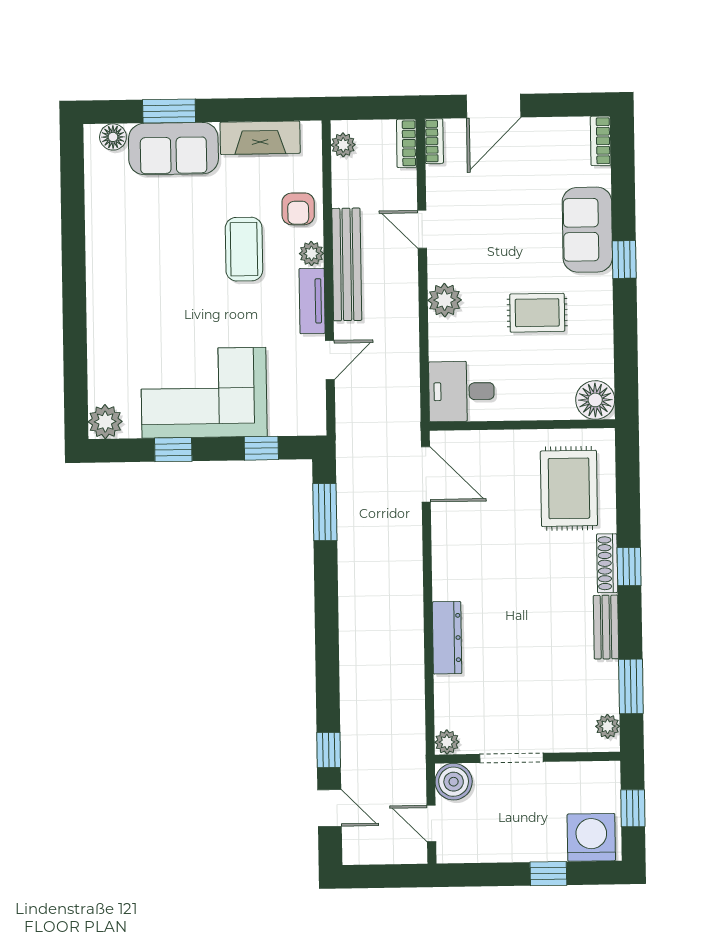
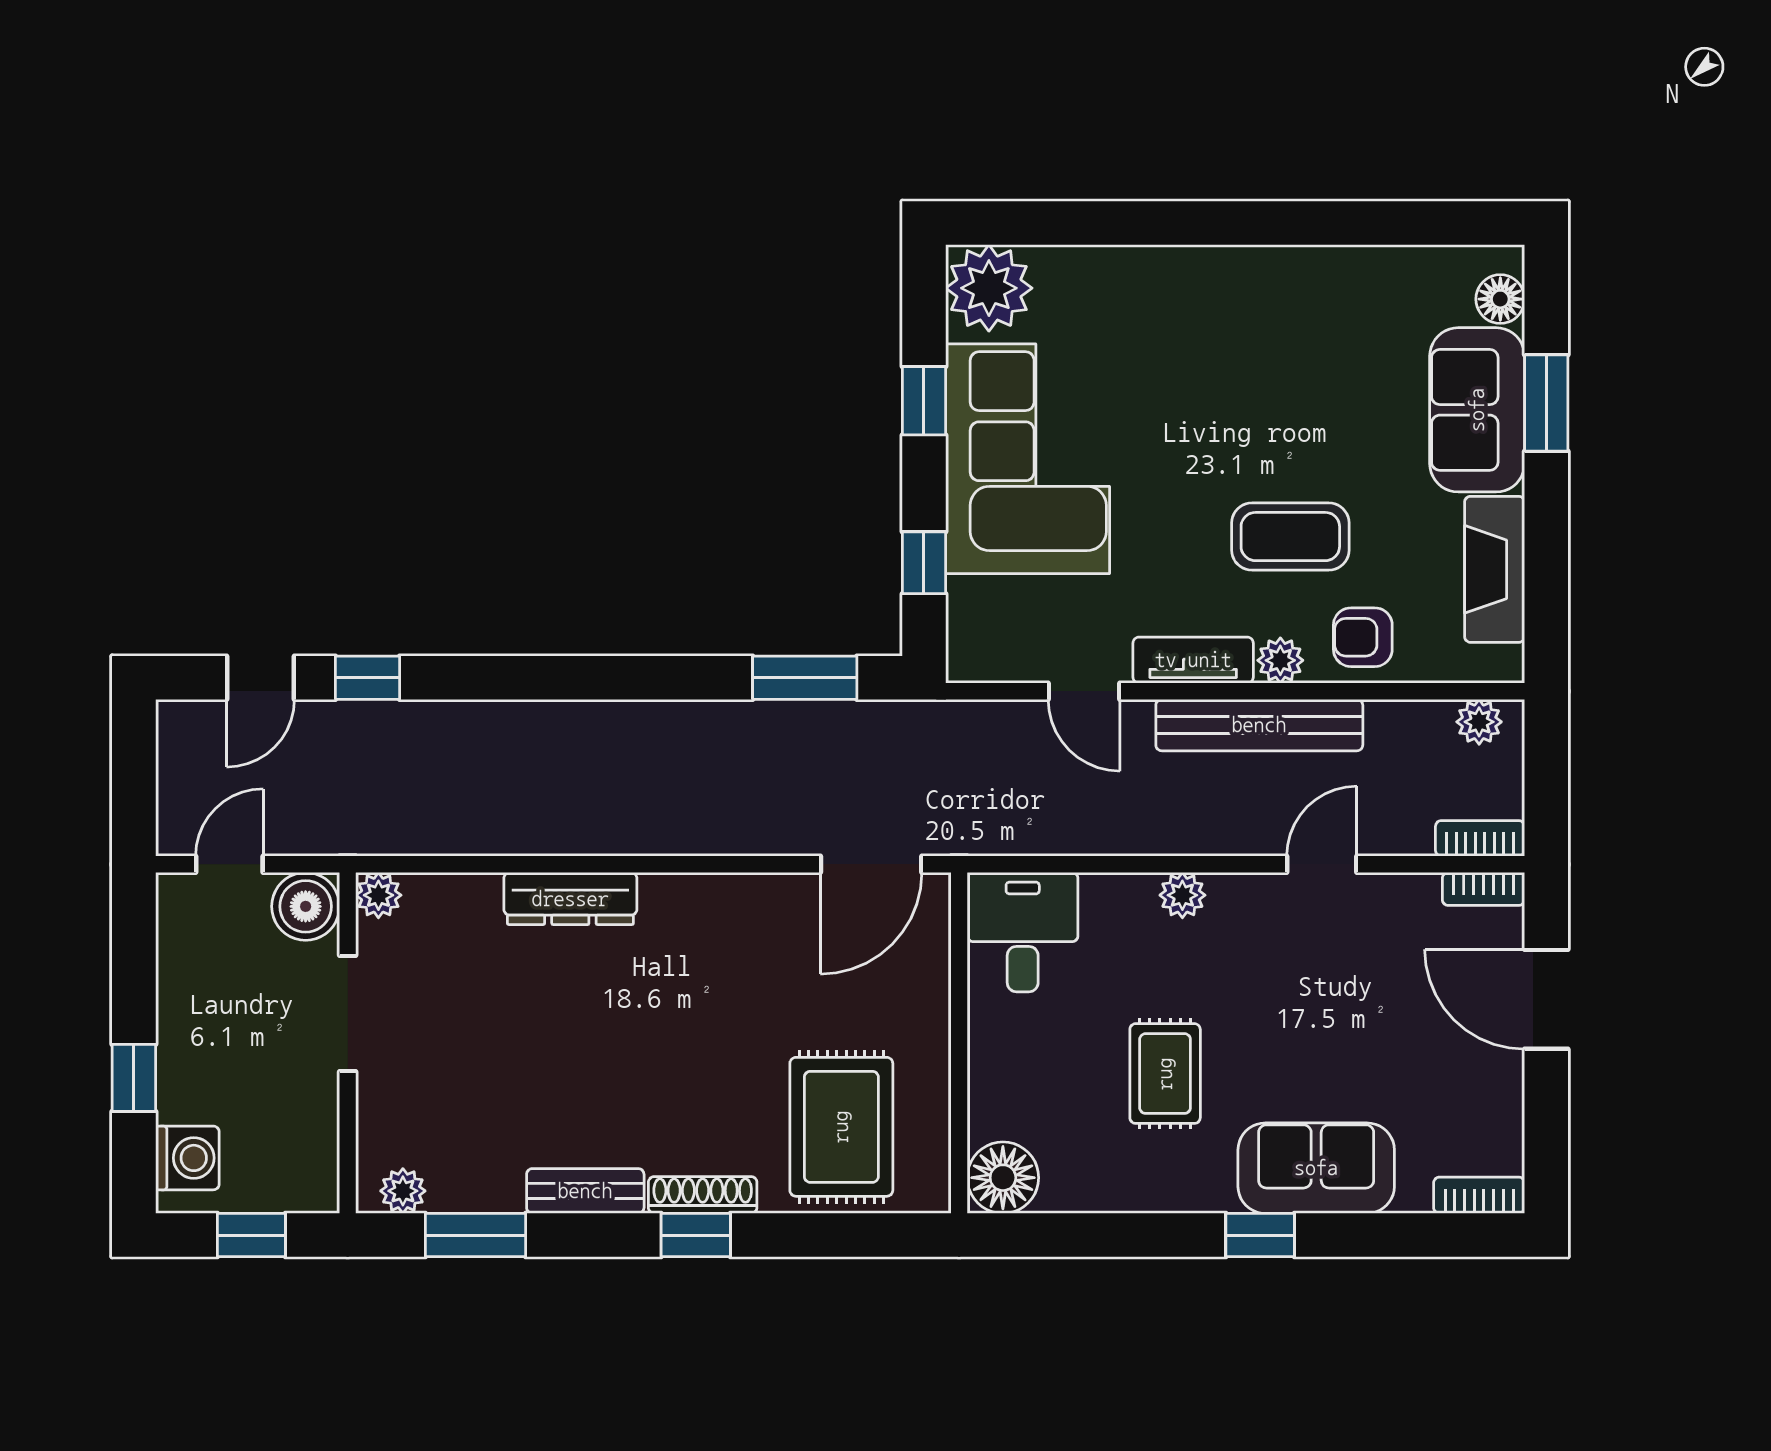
plant: (445, 300) -> (1182, 895), width x0.73, depth x0.73
plant: (105, 422) -> (989, 288), width x1.36, depth x1.36
rug: (569, 488) -> (841, 1127), turned 90
washing machine: (591, 837) -> (187, 1158), width x0.73, depth x0.73

